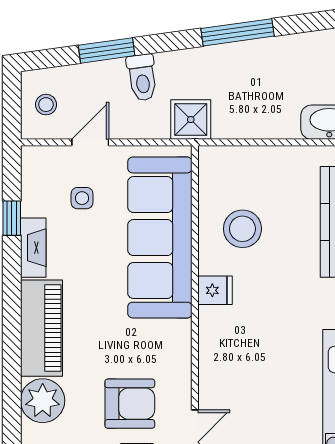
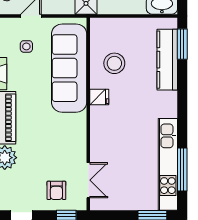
armchair: (130, 404) -> (53, 159), removed

